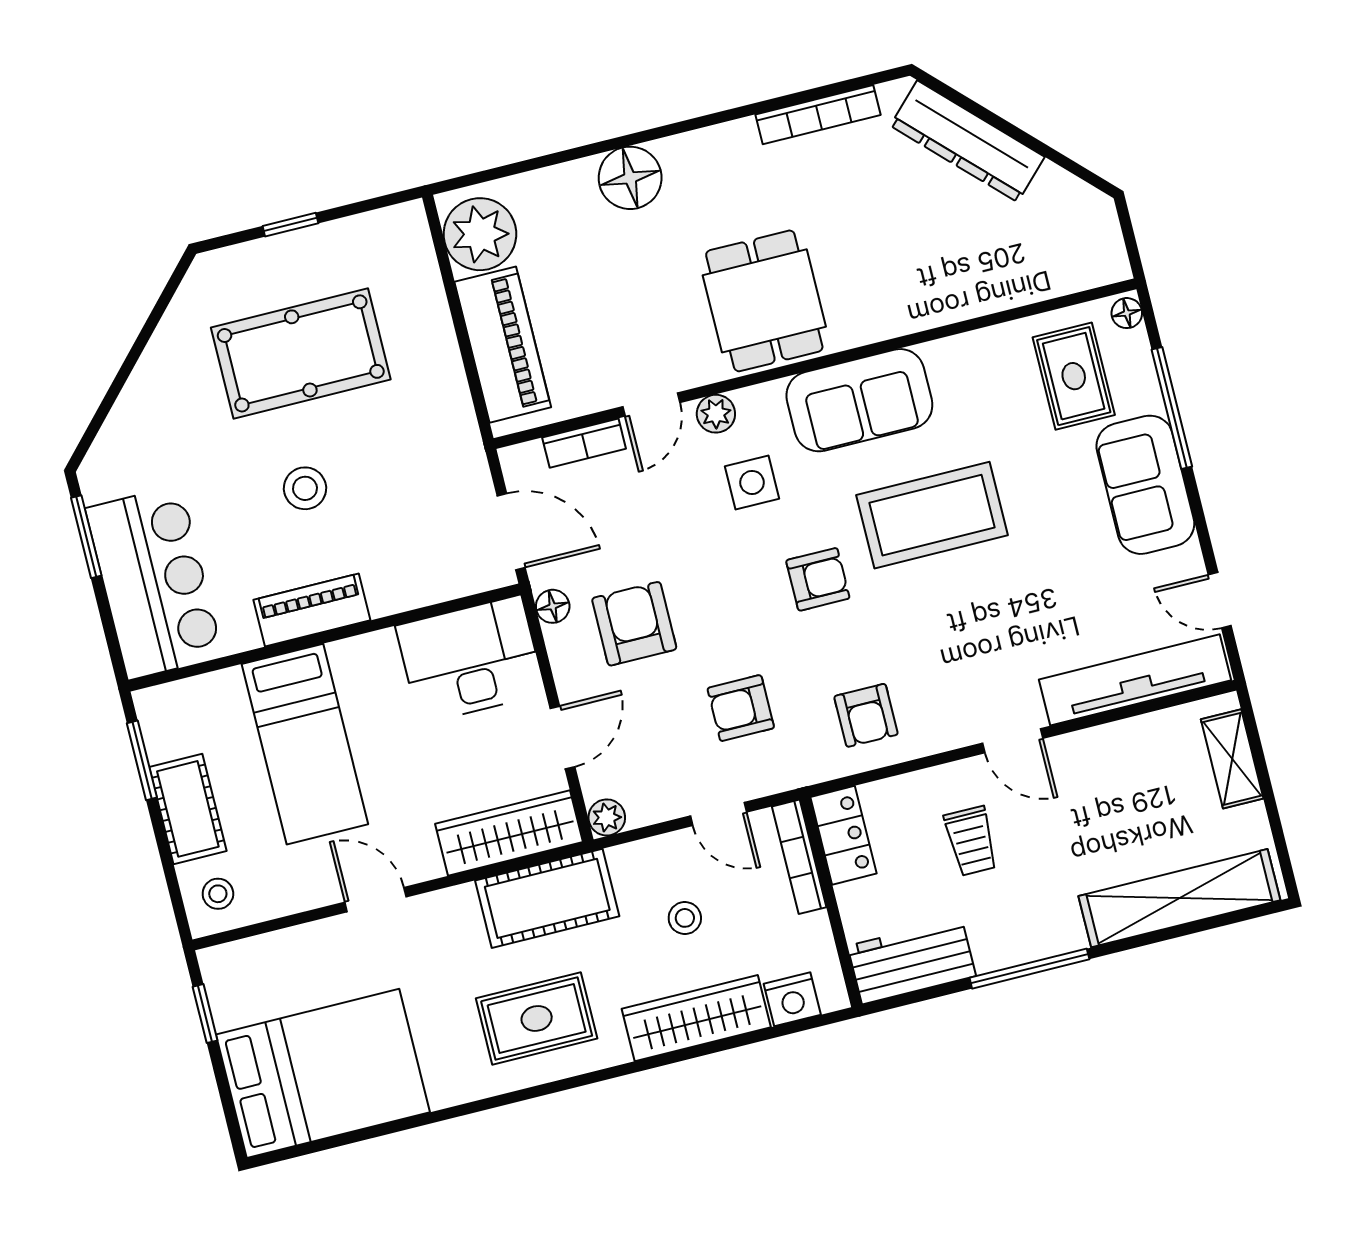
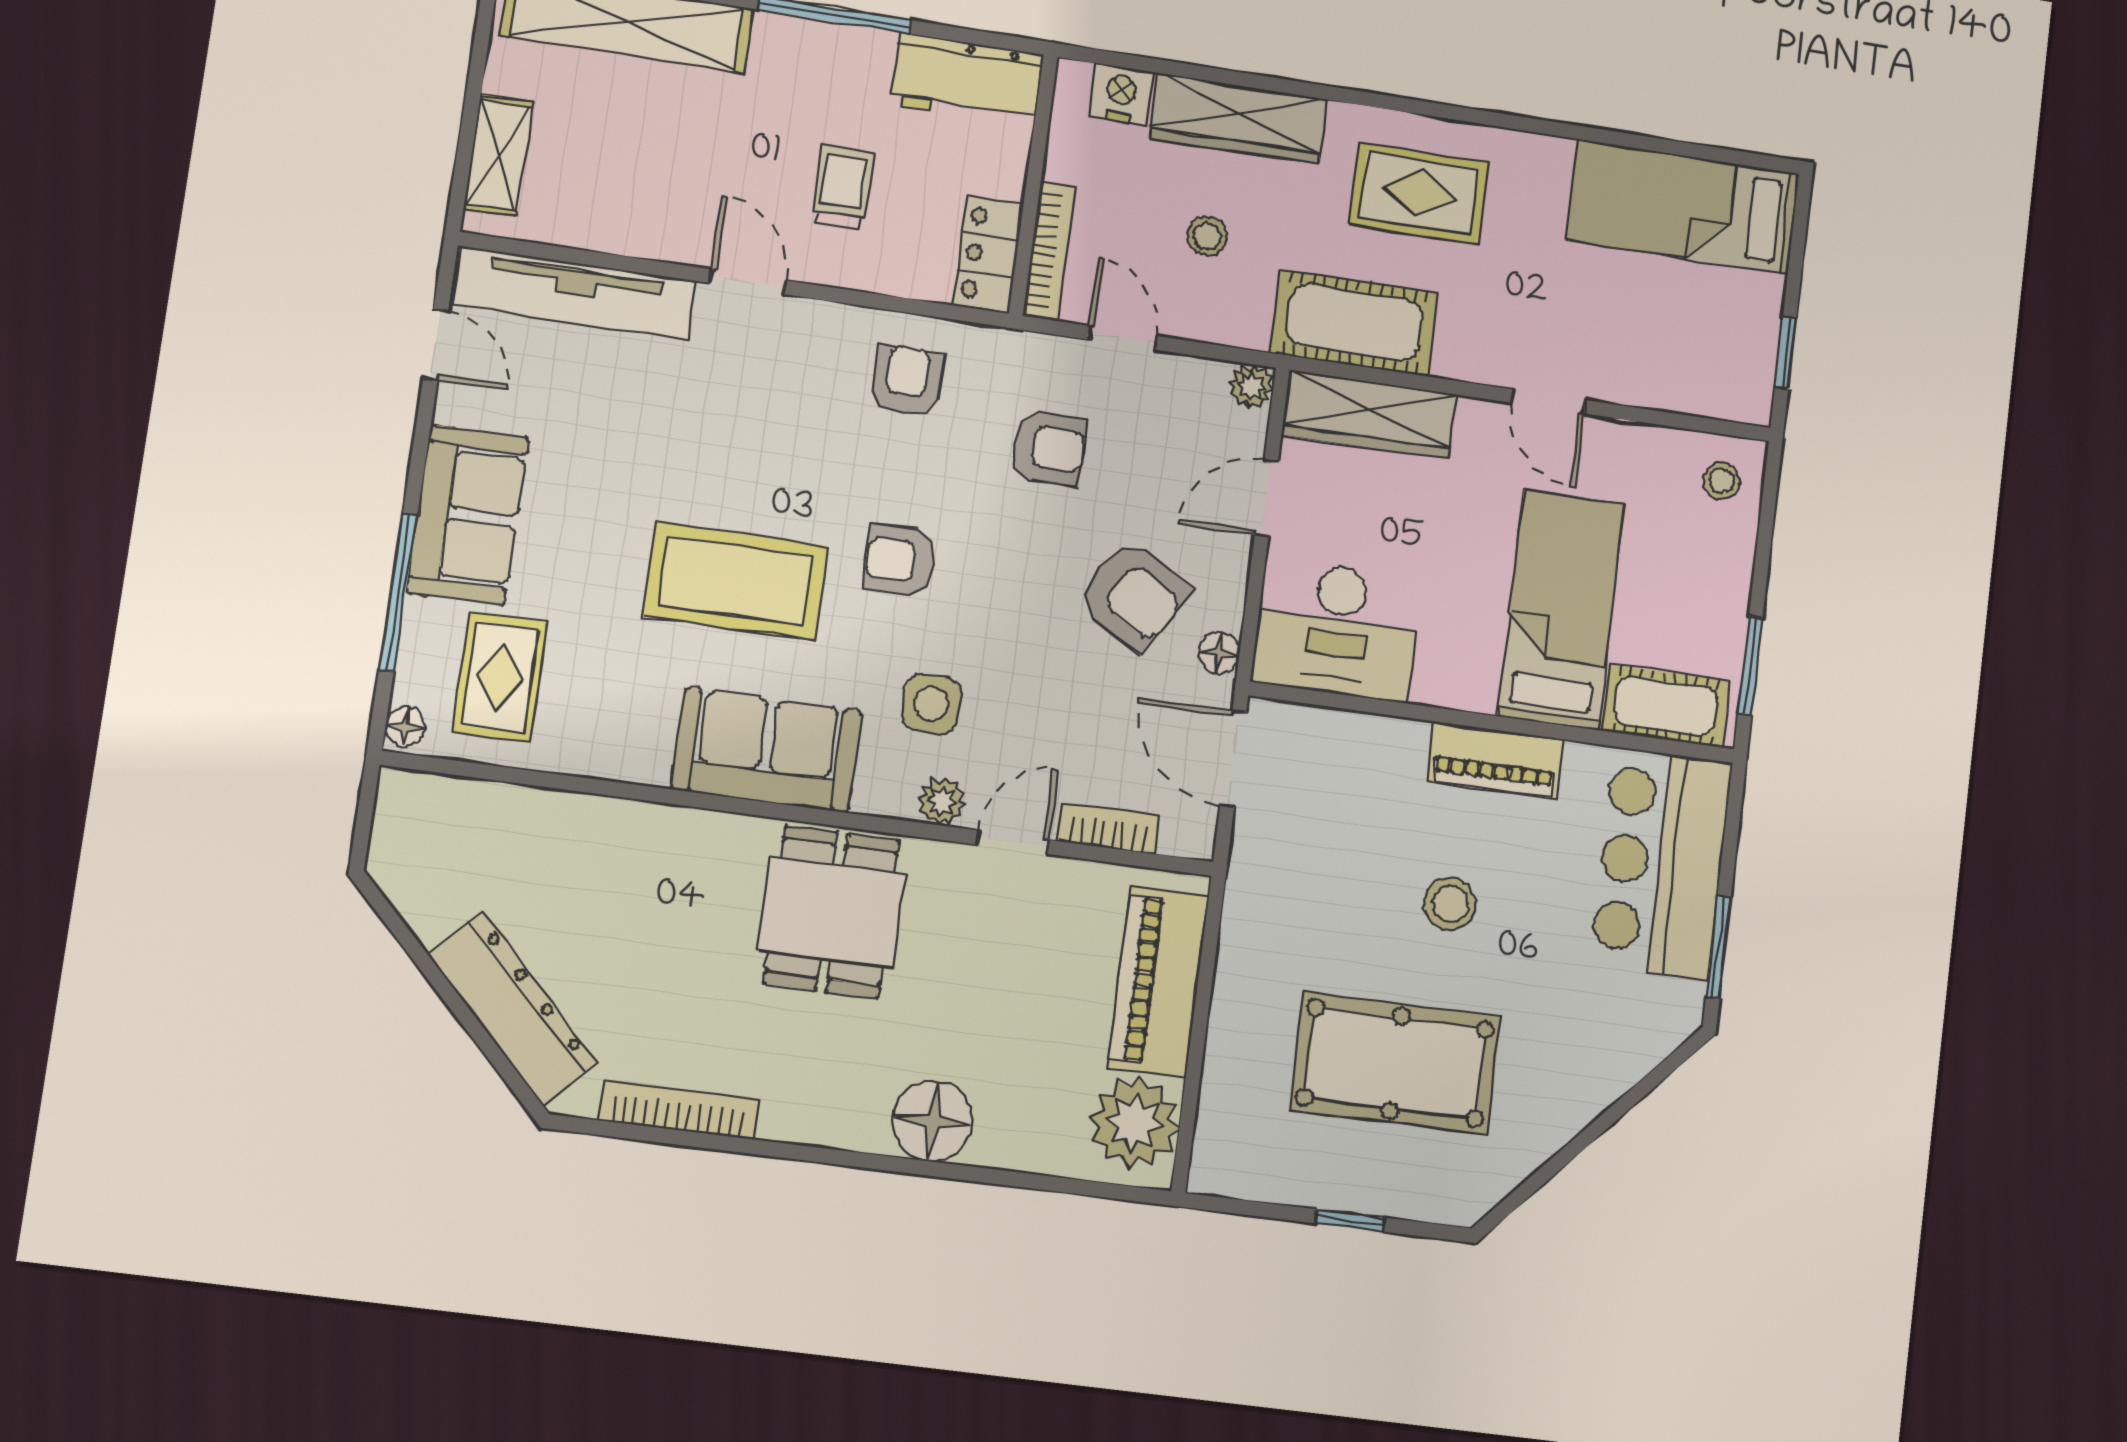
armchair: (634, 624) -> (1133, 595), turned -59
cot: (188, 809) -> (1666, 706), moved, turned 90
bed: (323, 1073) -> (1683, 207), width x0.67

